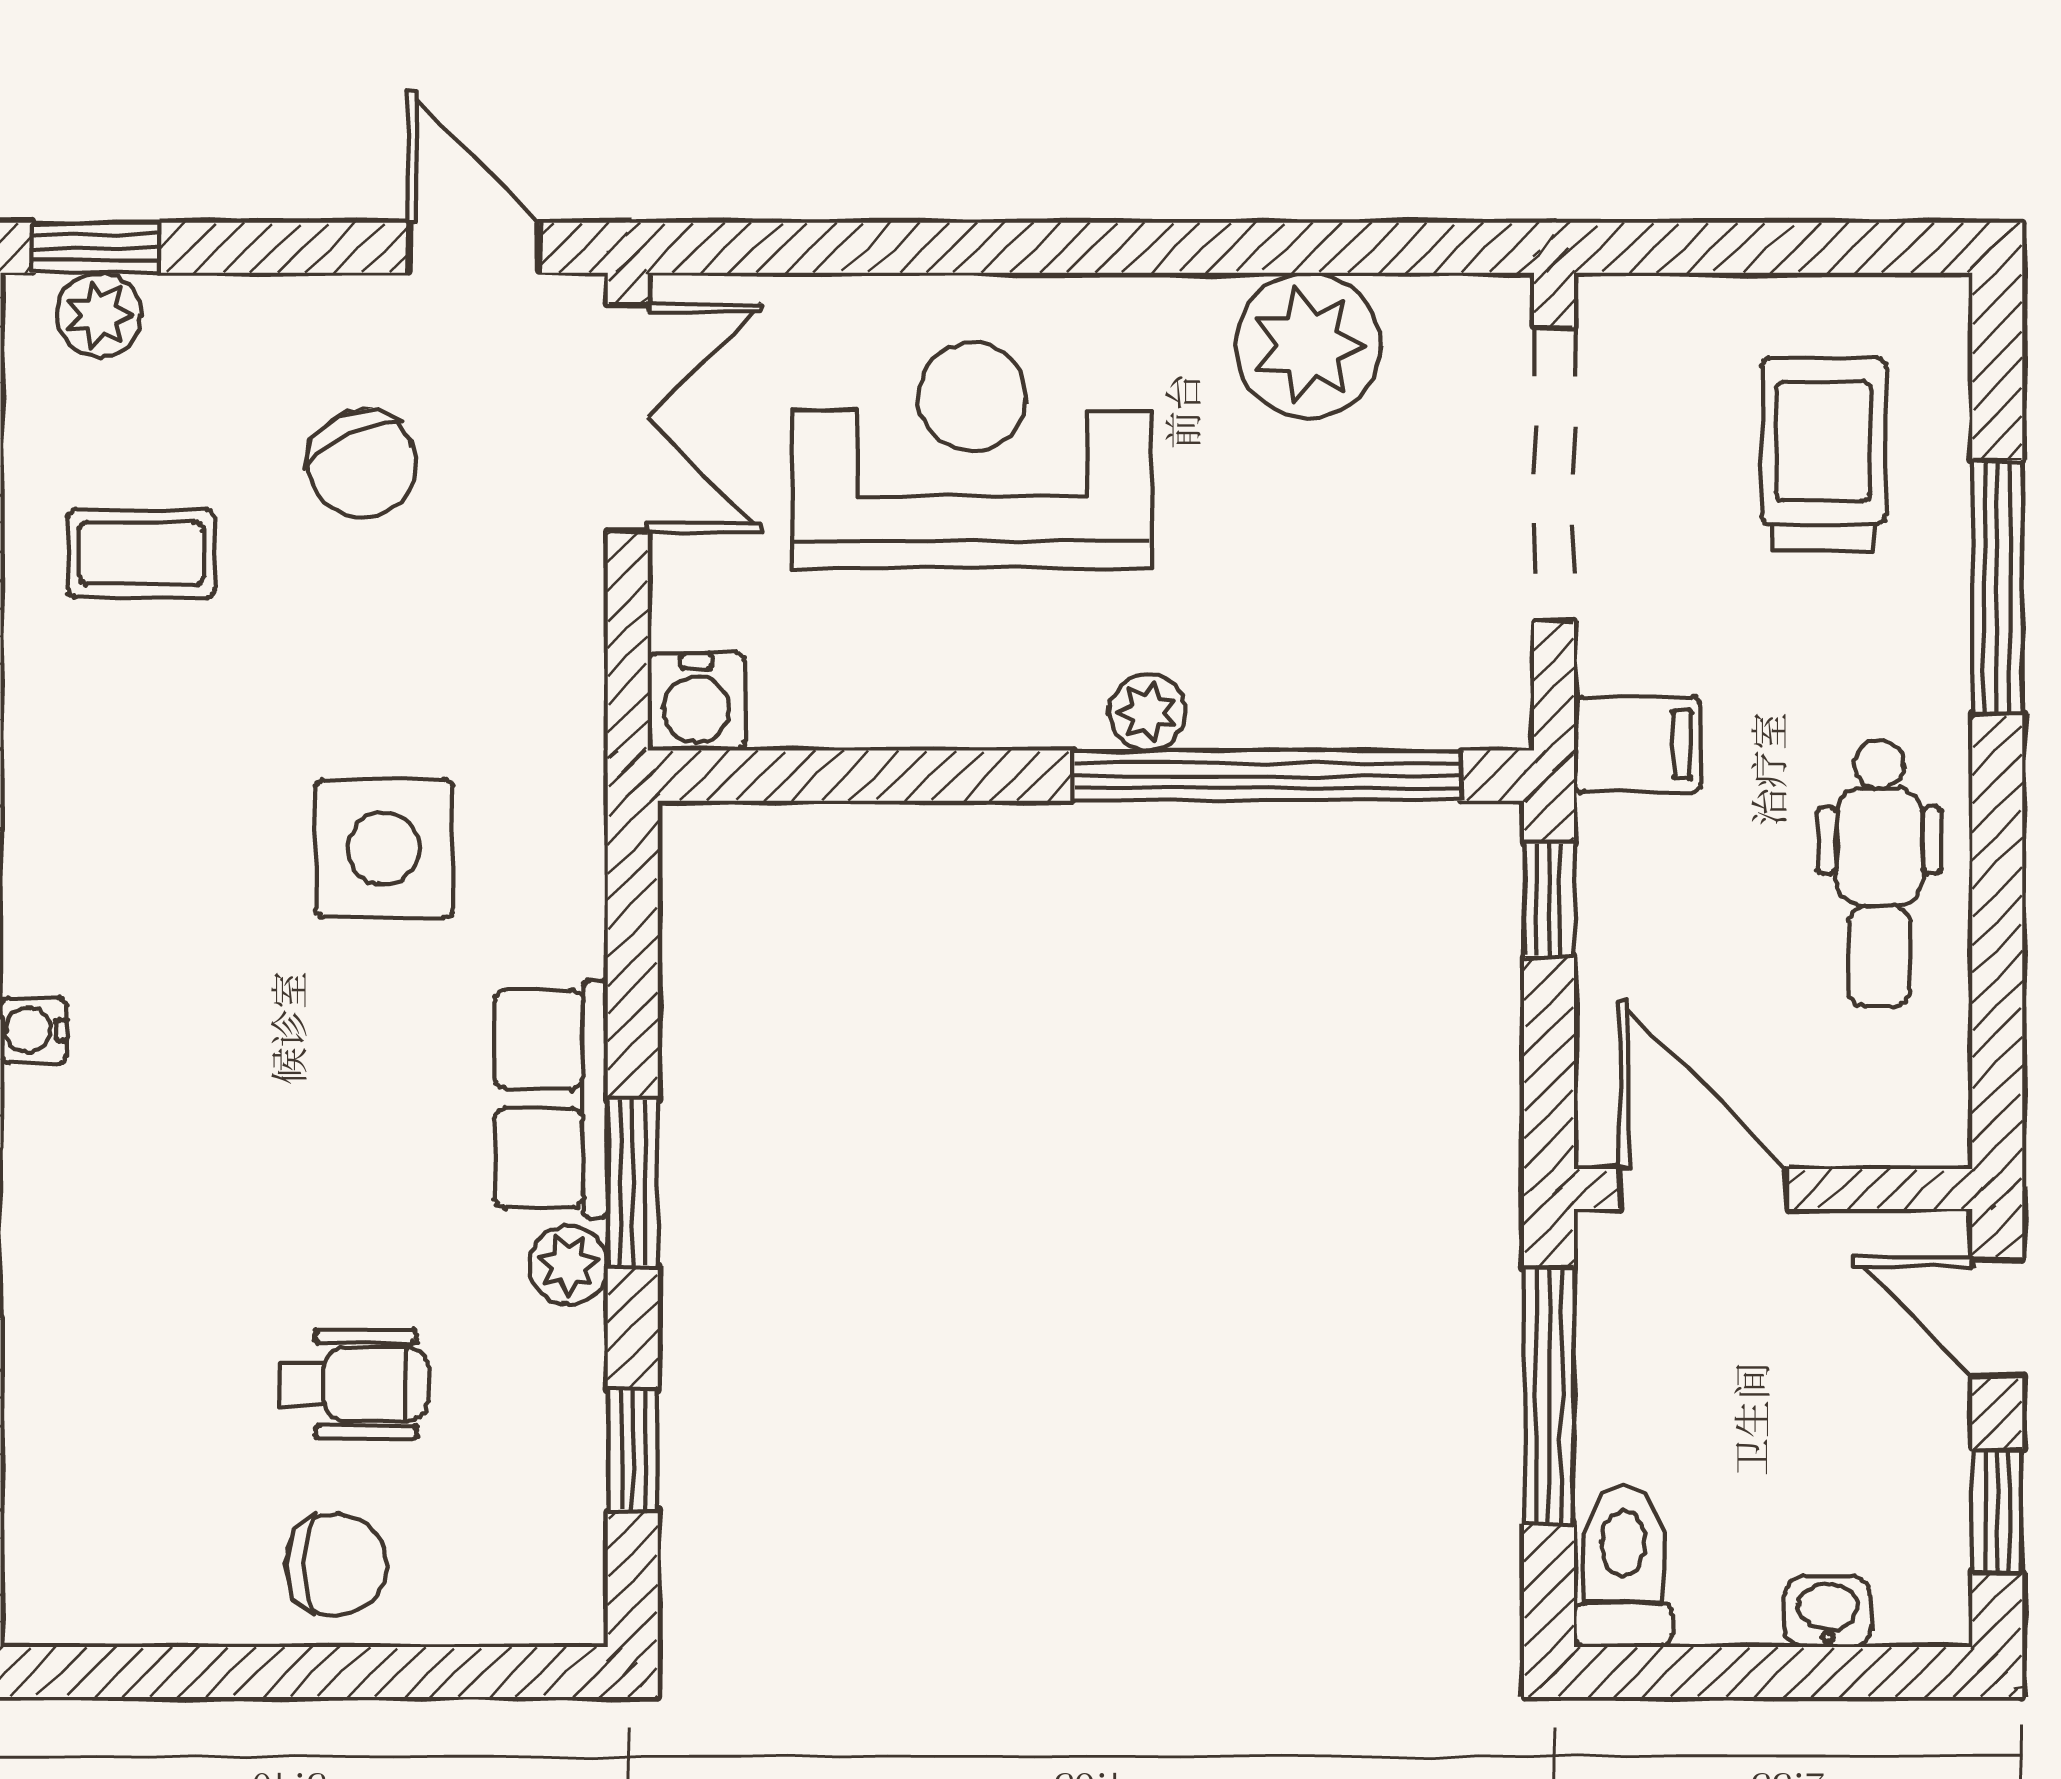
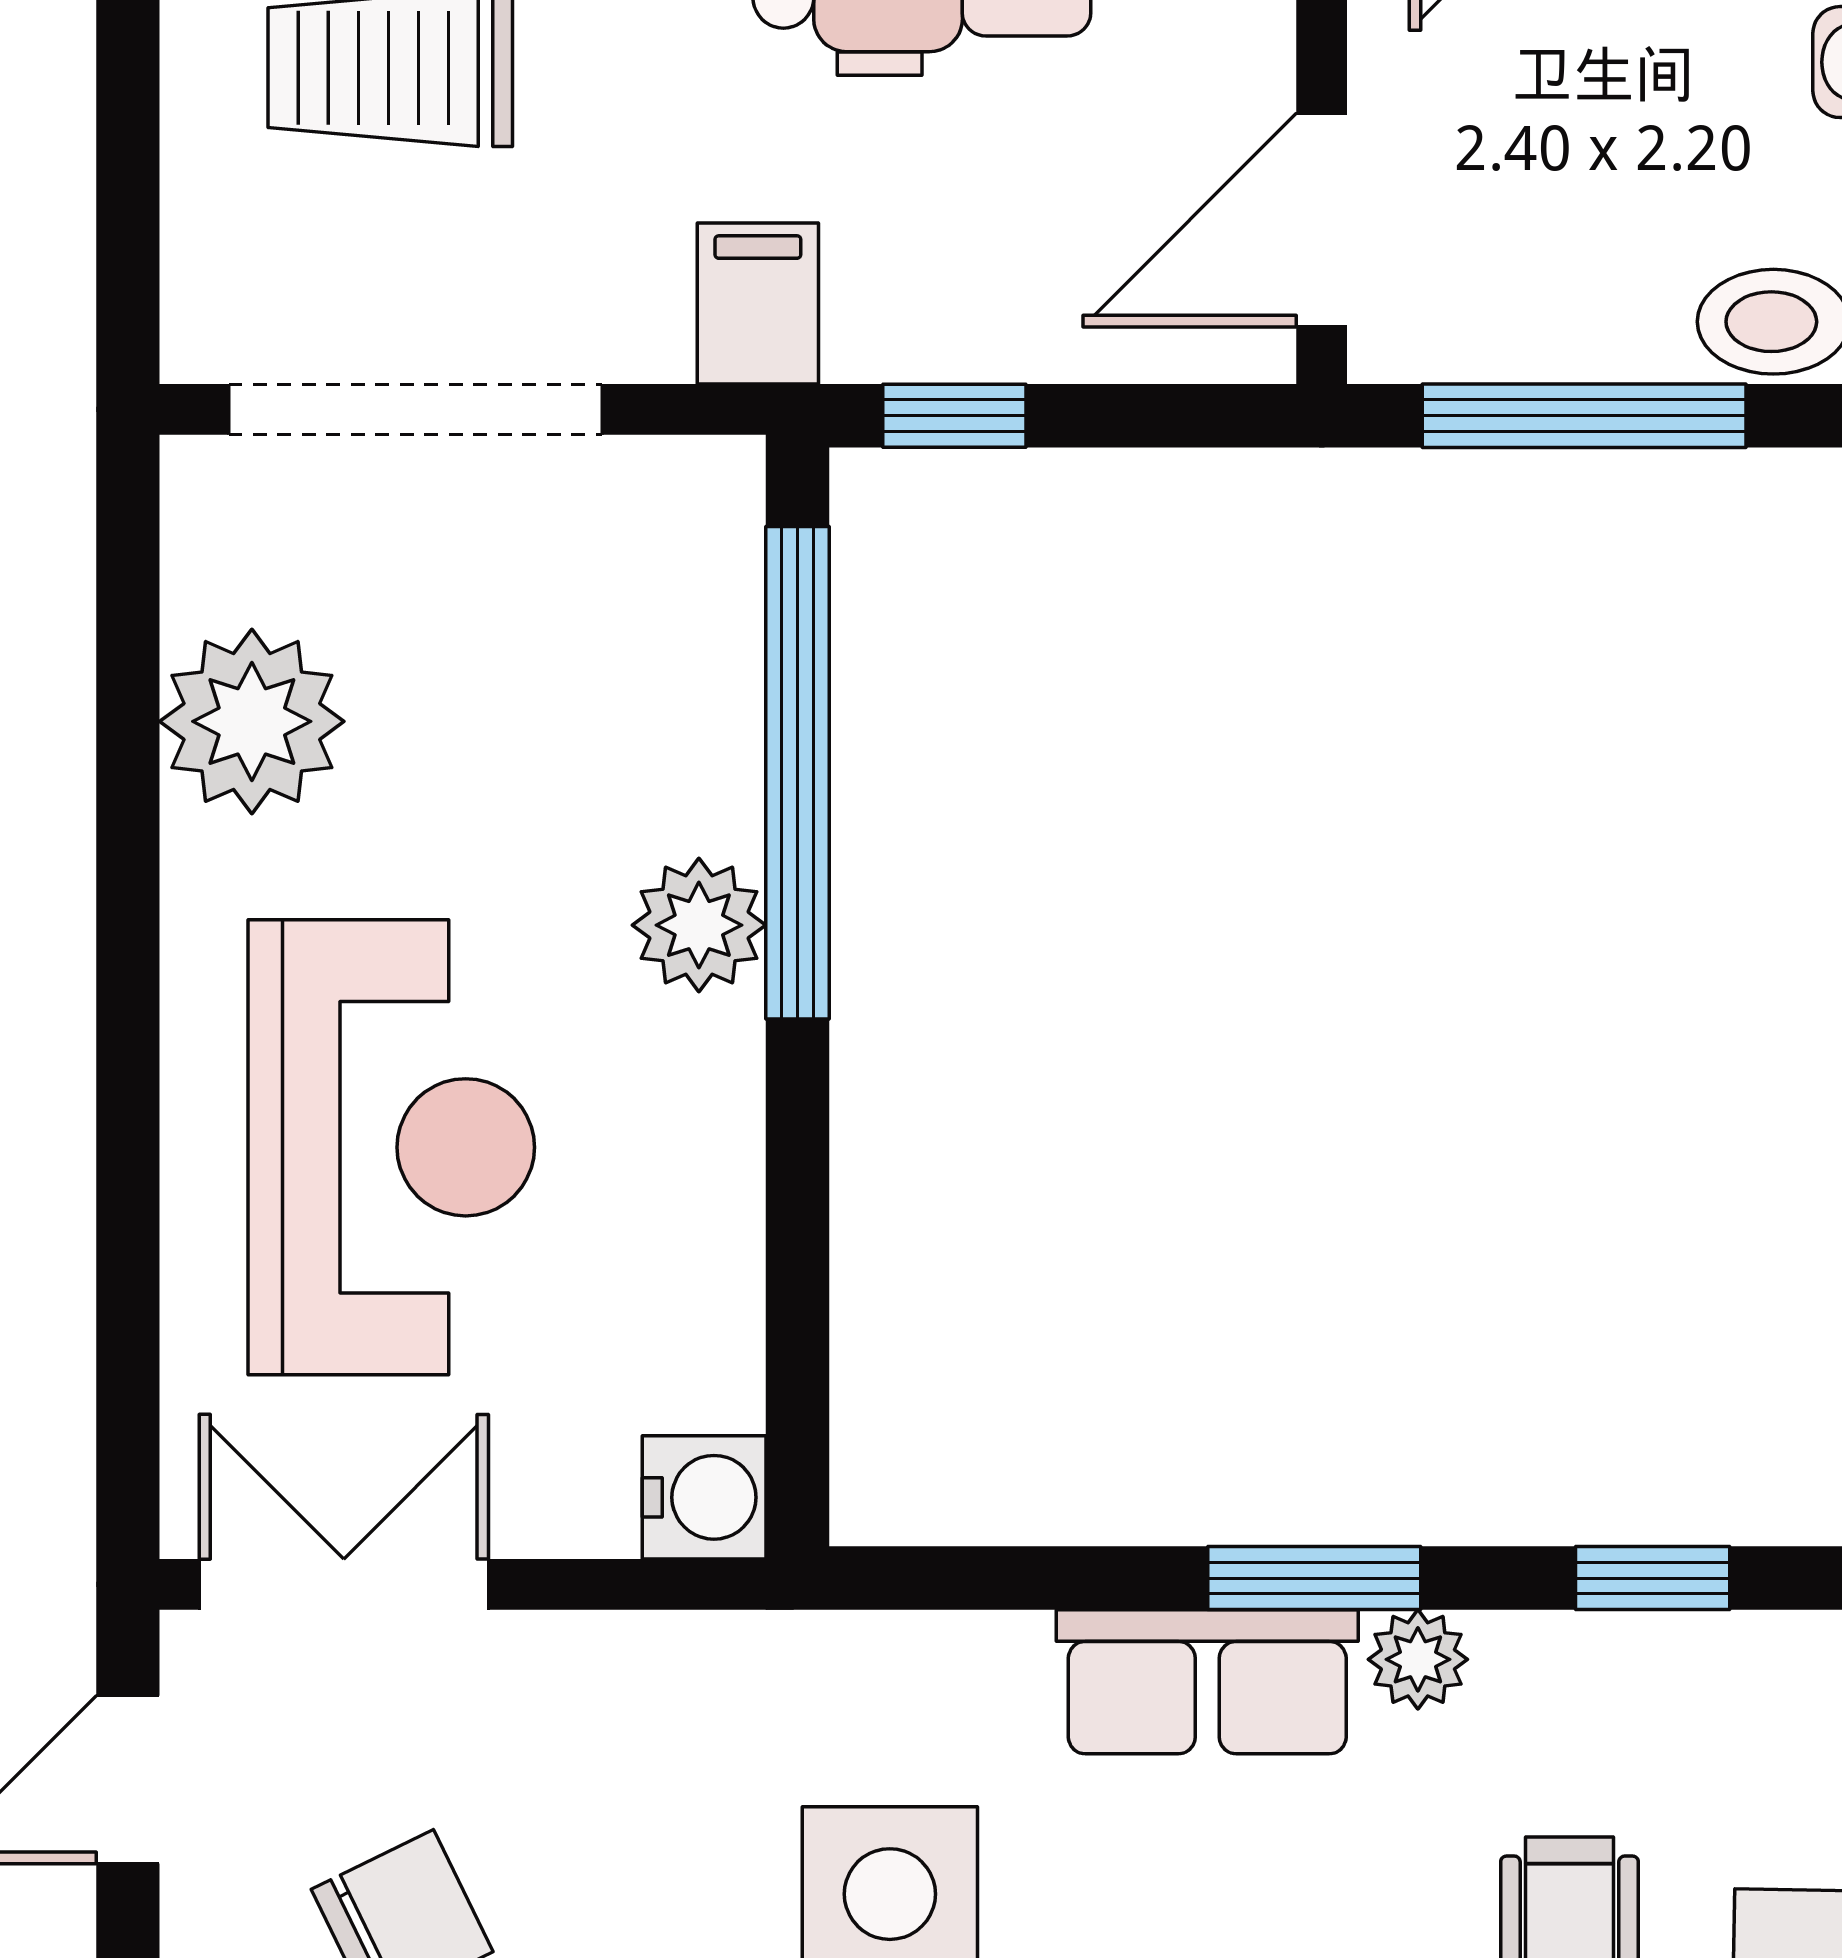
reception desk: (972, 455) -> (391, 1147), turned 180
plant: (1147, 712) -> (699, 925), width x1.38, depth x1.38

